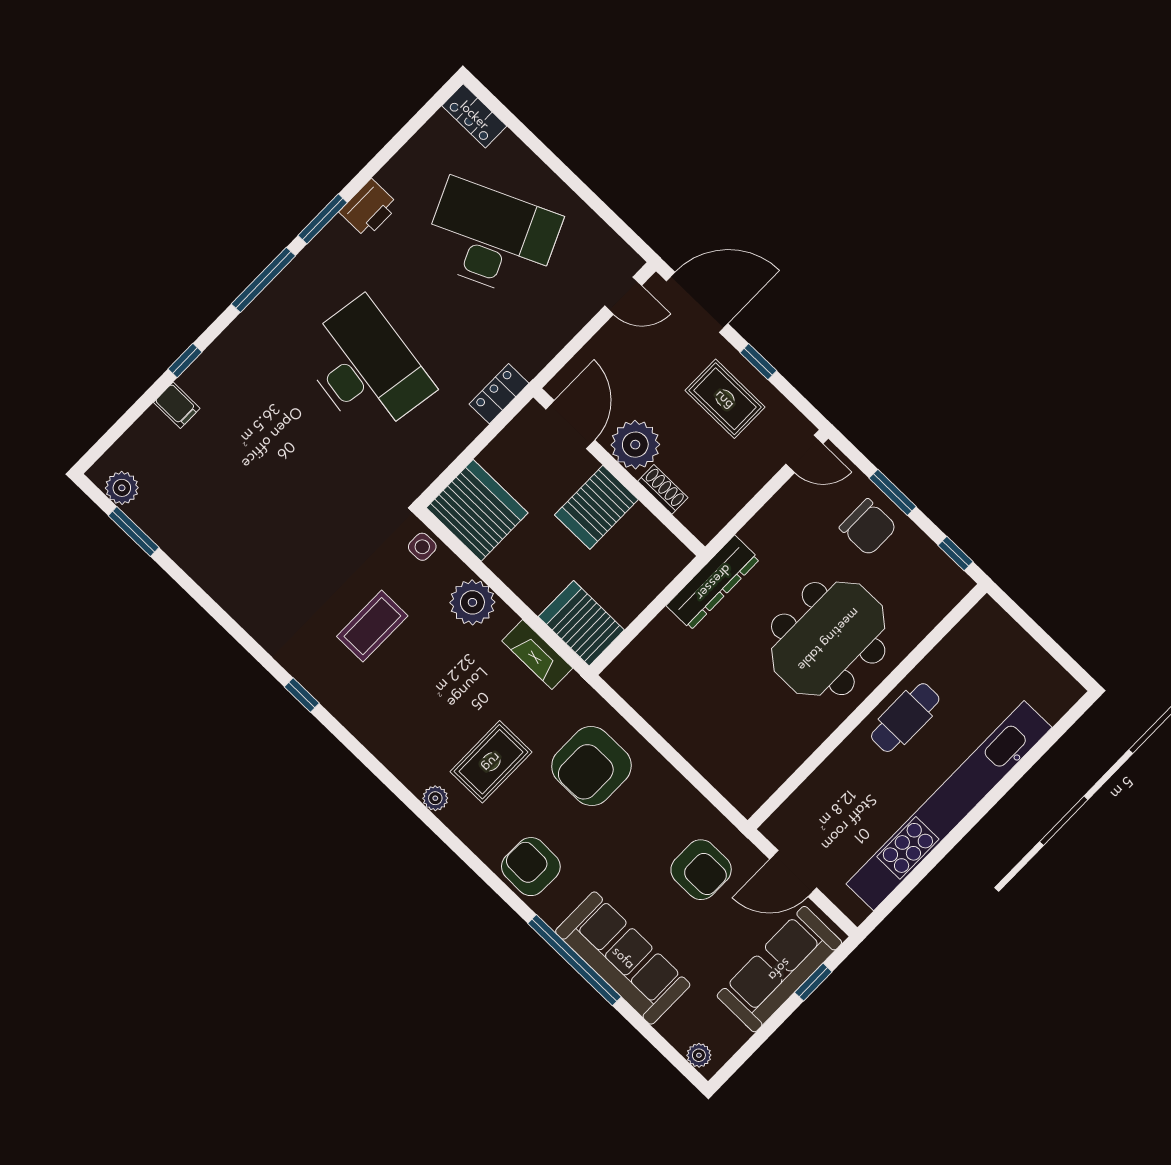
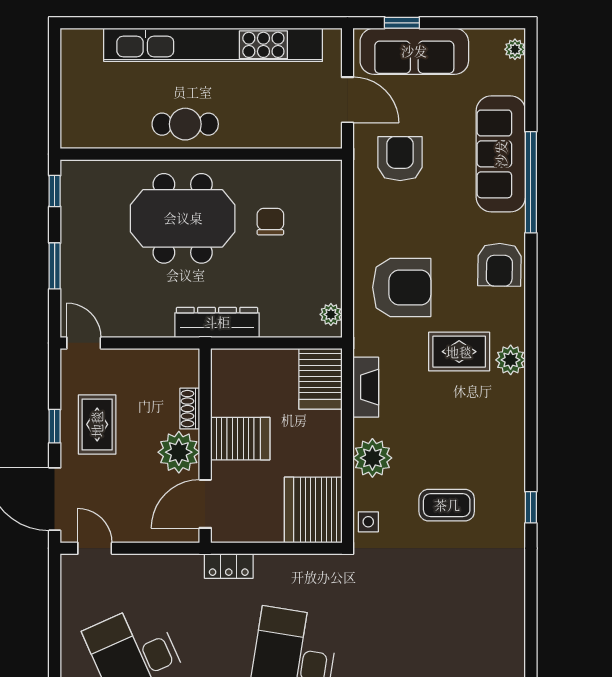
chair: (868, 527) -> (270, 222), moved, width x0.73, depth x0.73
plant: (627, 685) -> (331, 314), added
plant: (435, 798) -> (511, 360), width x1.38, depth x1.38

